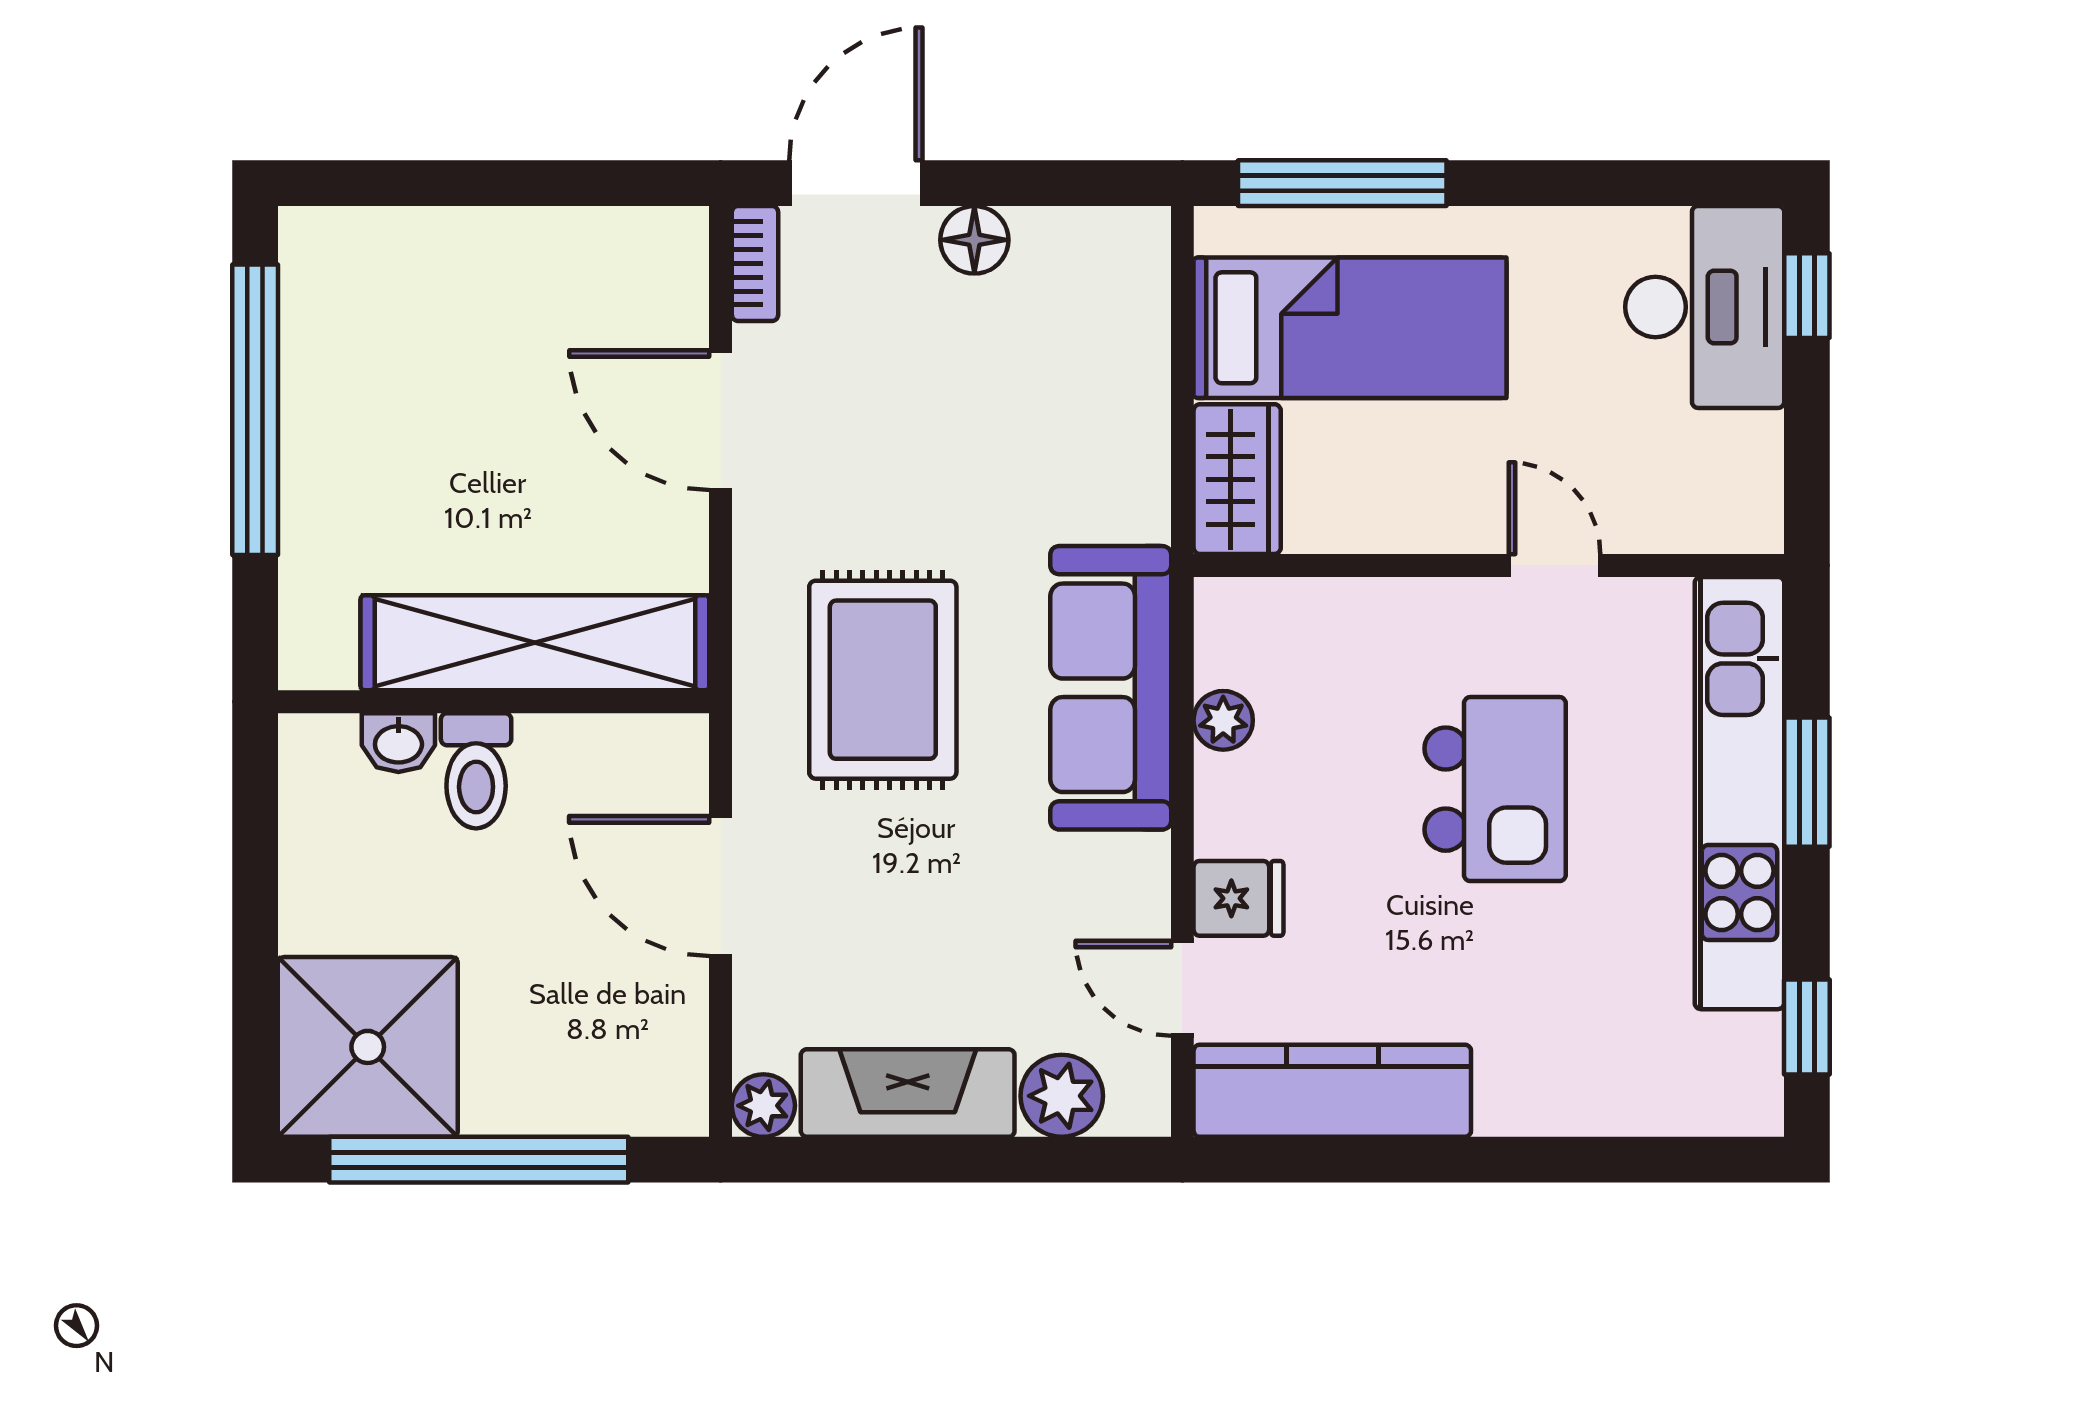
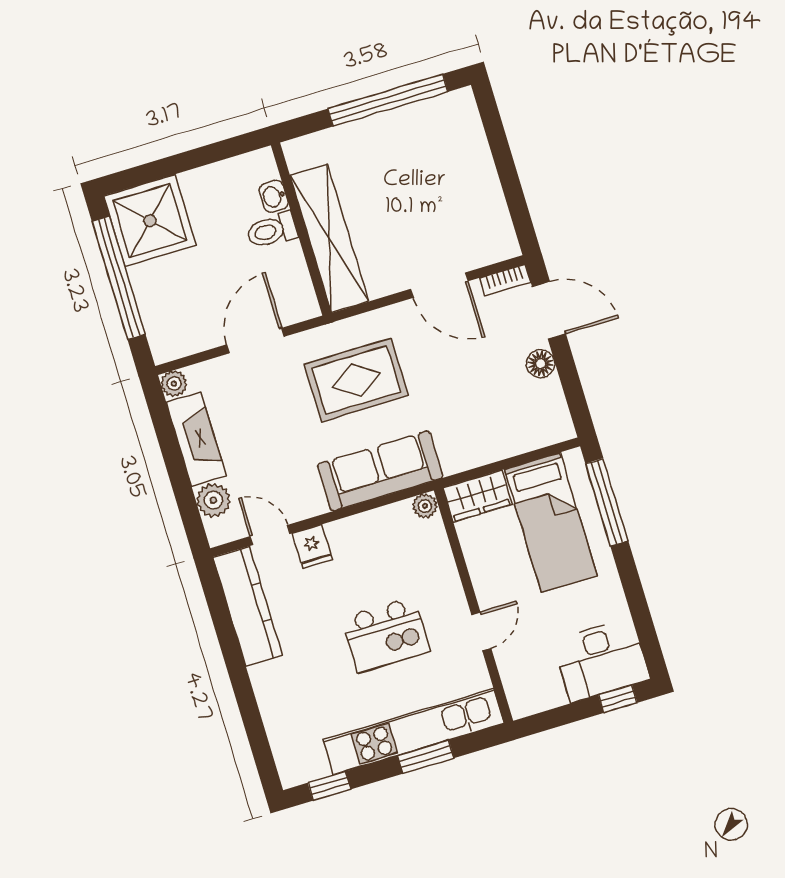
door: (721, 420) -> (439, 285), swing flipped
plant: (1223, 720) -> (425, 506), moved
door: (1182, 988) -> (270, 535), hinge flipped

